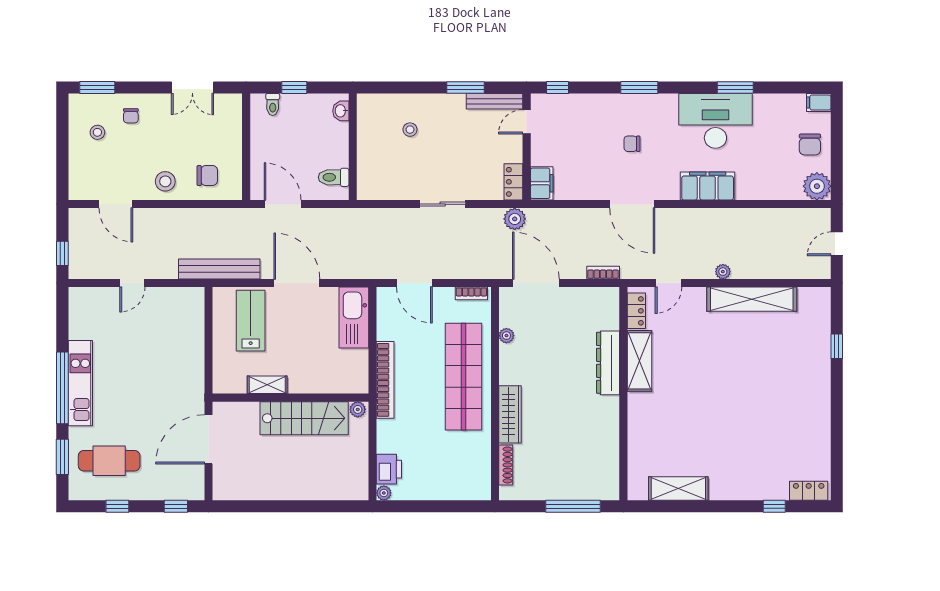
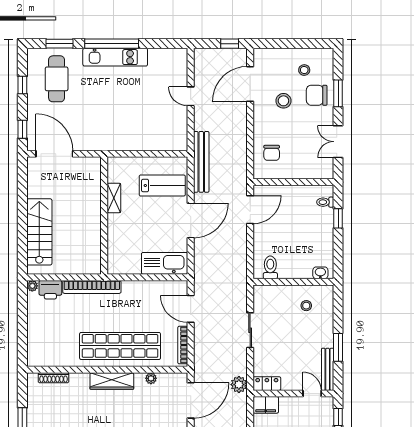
window: (97, 87) -> (338, 93), moved
washbasin: (341, 111) -> (320, 273), moved
chair: (131, 116) -> (317, 95), width x1.87, depth x1.87
wall: (353, 147) -> (293, 282), moved
toilet: (334, 177) -> (270, 267), moved
stool: (165, 181) -> (283, 101), moved
door: (116, 204) -> (250, 84), width x1.36
window: (62, 253) -> (230, 44), moved
door: (414, 283) -> (191, 309), hinge flipped
bookcase: (471, 293) -> (183, 345), width x1.56
bookcase: (385, 380) -> (92, 287), moved
plant: (358, 409) -> (95, 266), removed
wardrobe: (510, 414) -> (112, 381), moved
stairs: (304, 418) -> (39, 232), moved, turned 180
door: (209, 439) -> (54, 154), moved

